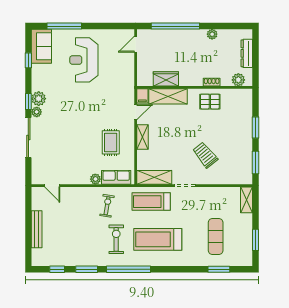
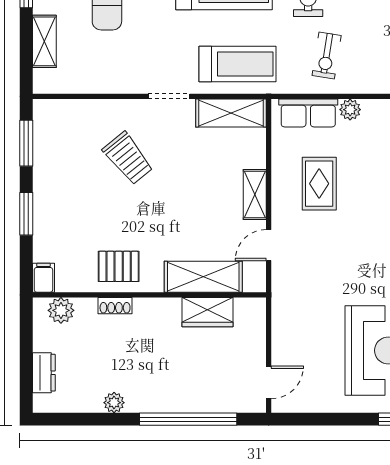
dresser: (247, 53) -> (44, 373), width x0.70
filing cabinet: (142, 96) -> (43, 278), moved
shelving: (247, 200) -> (44, 41), moved

